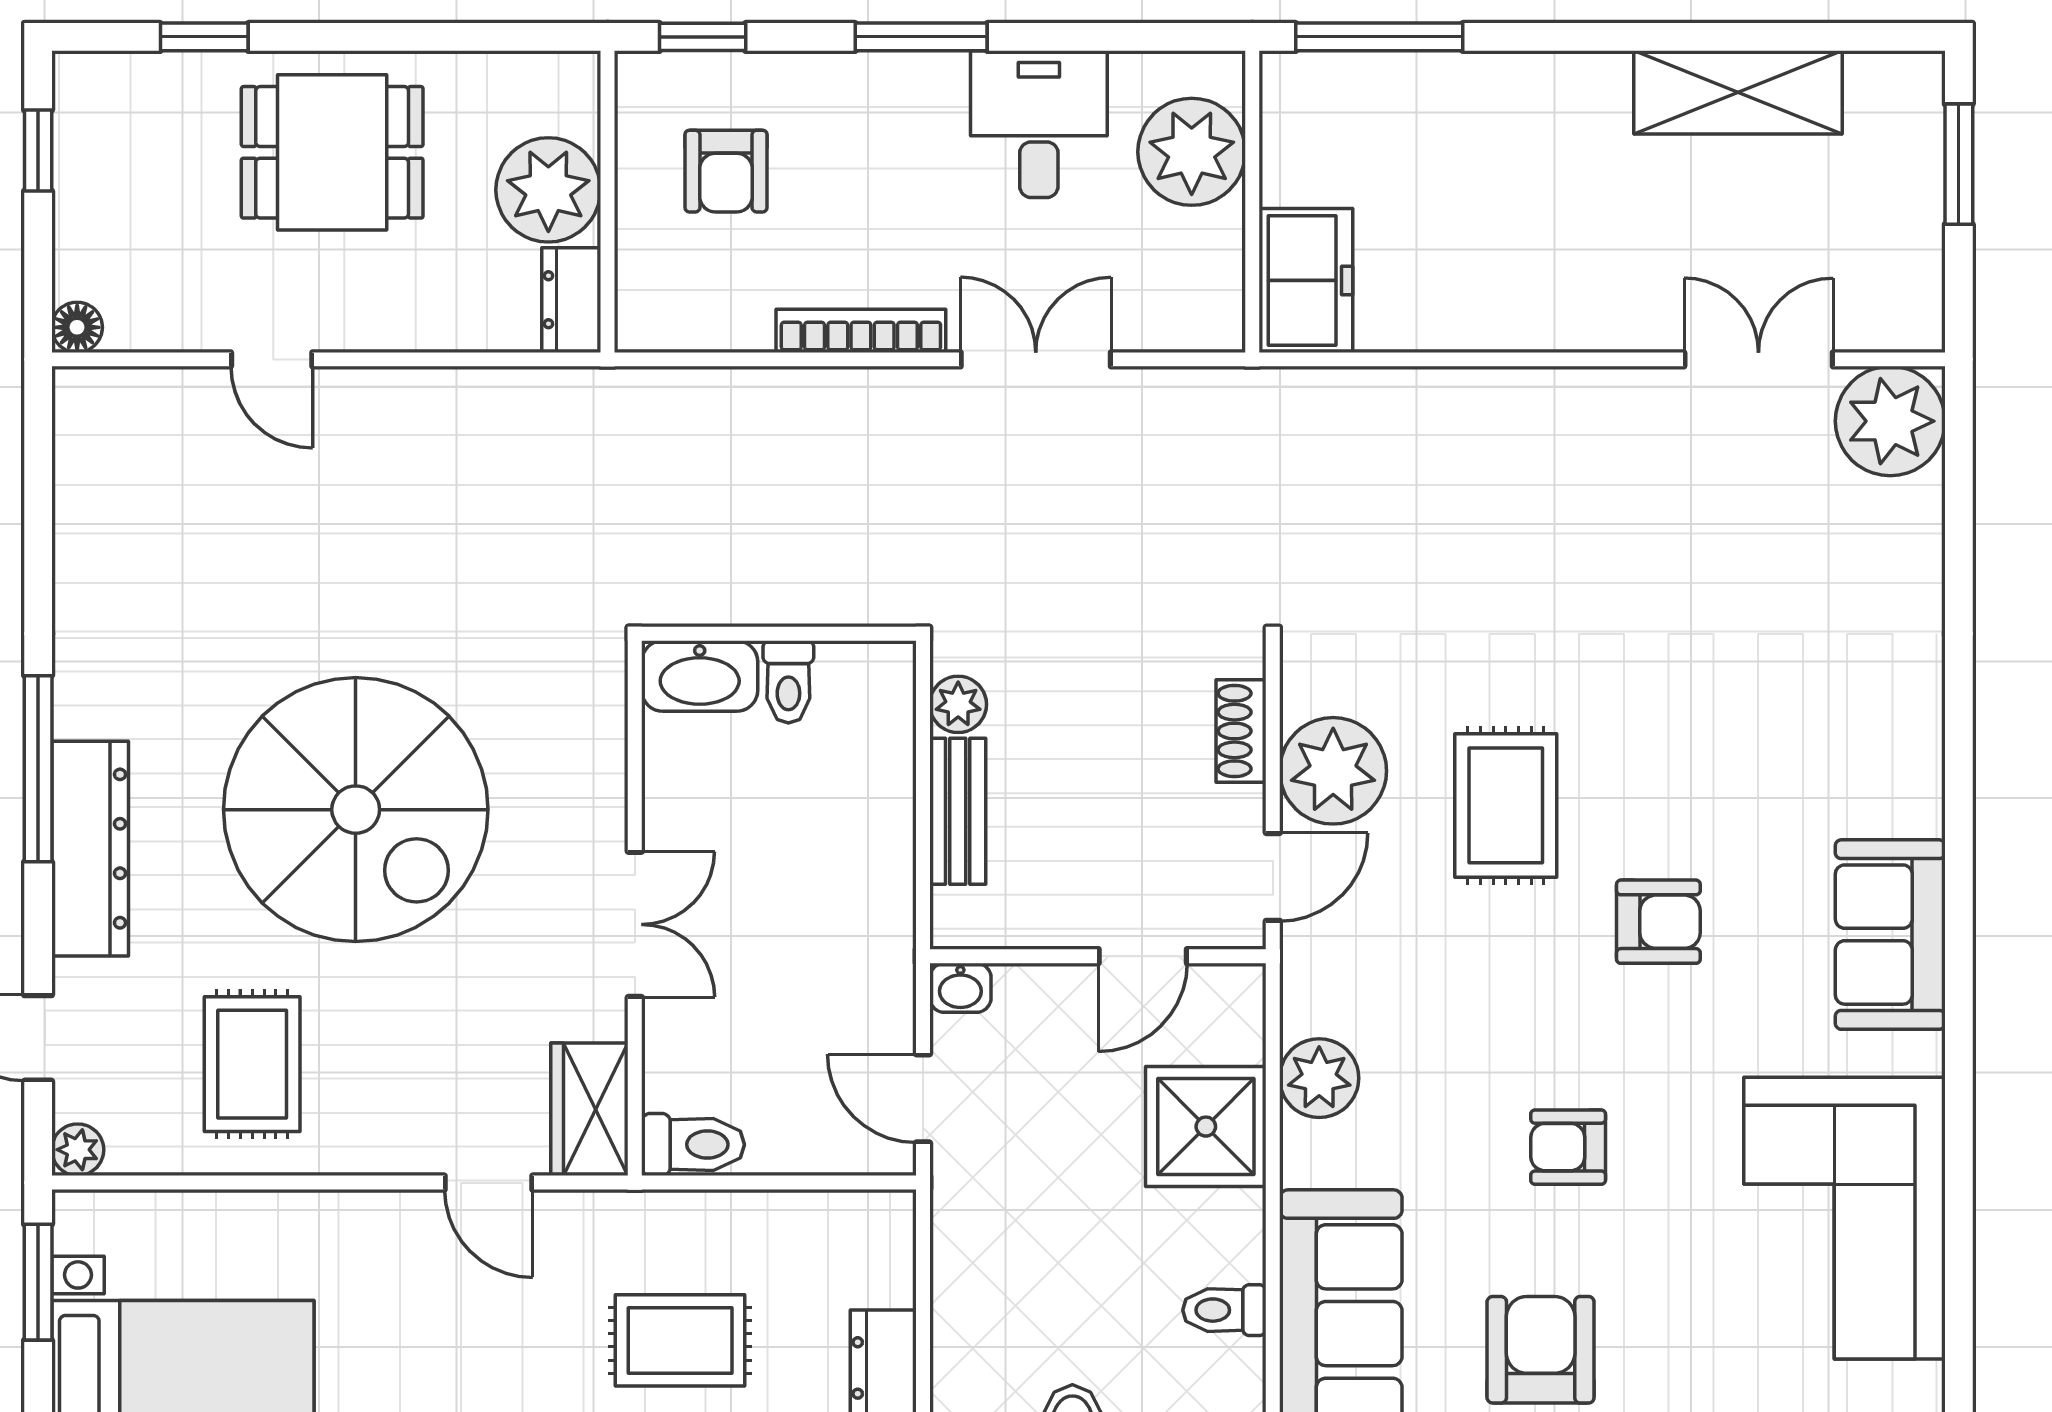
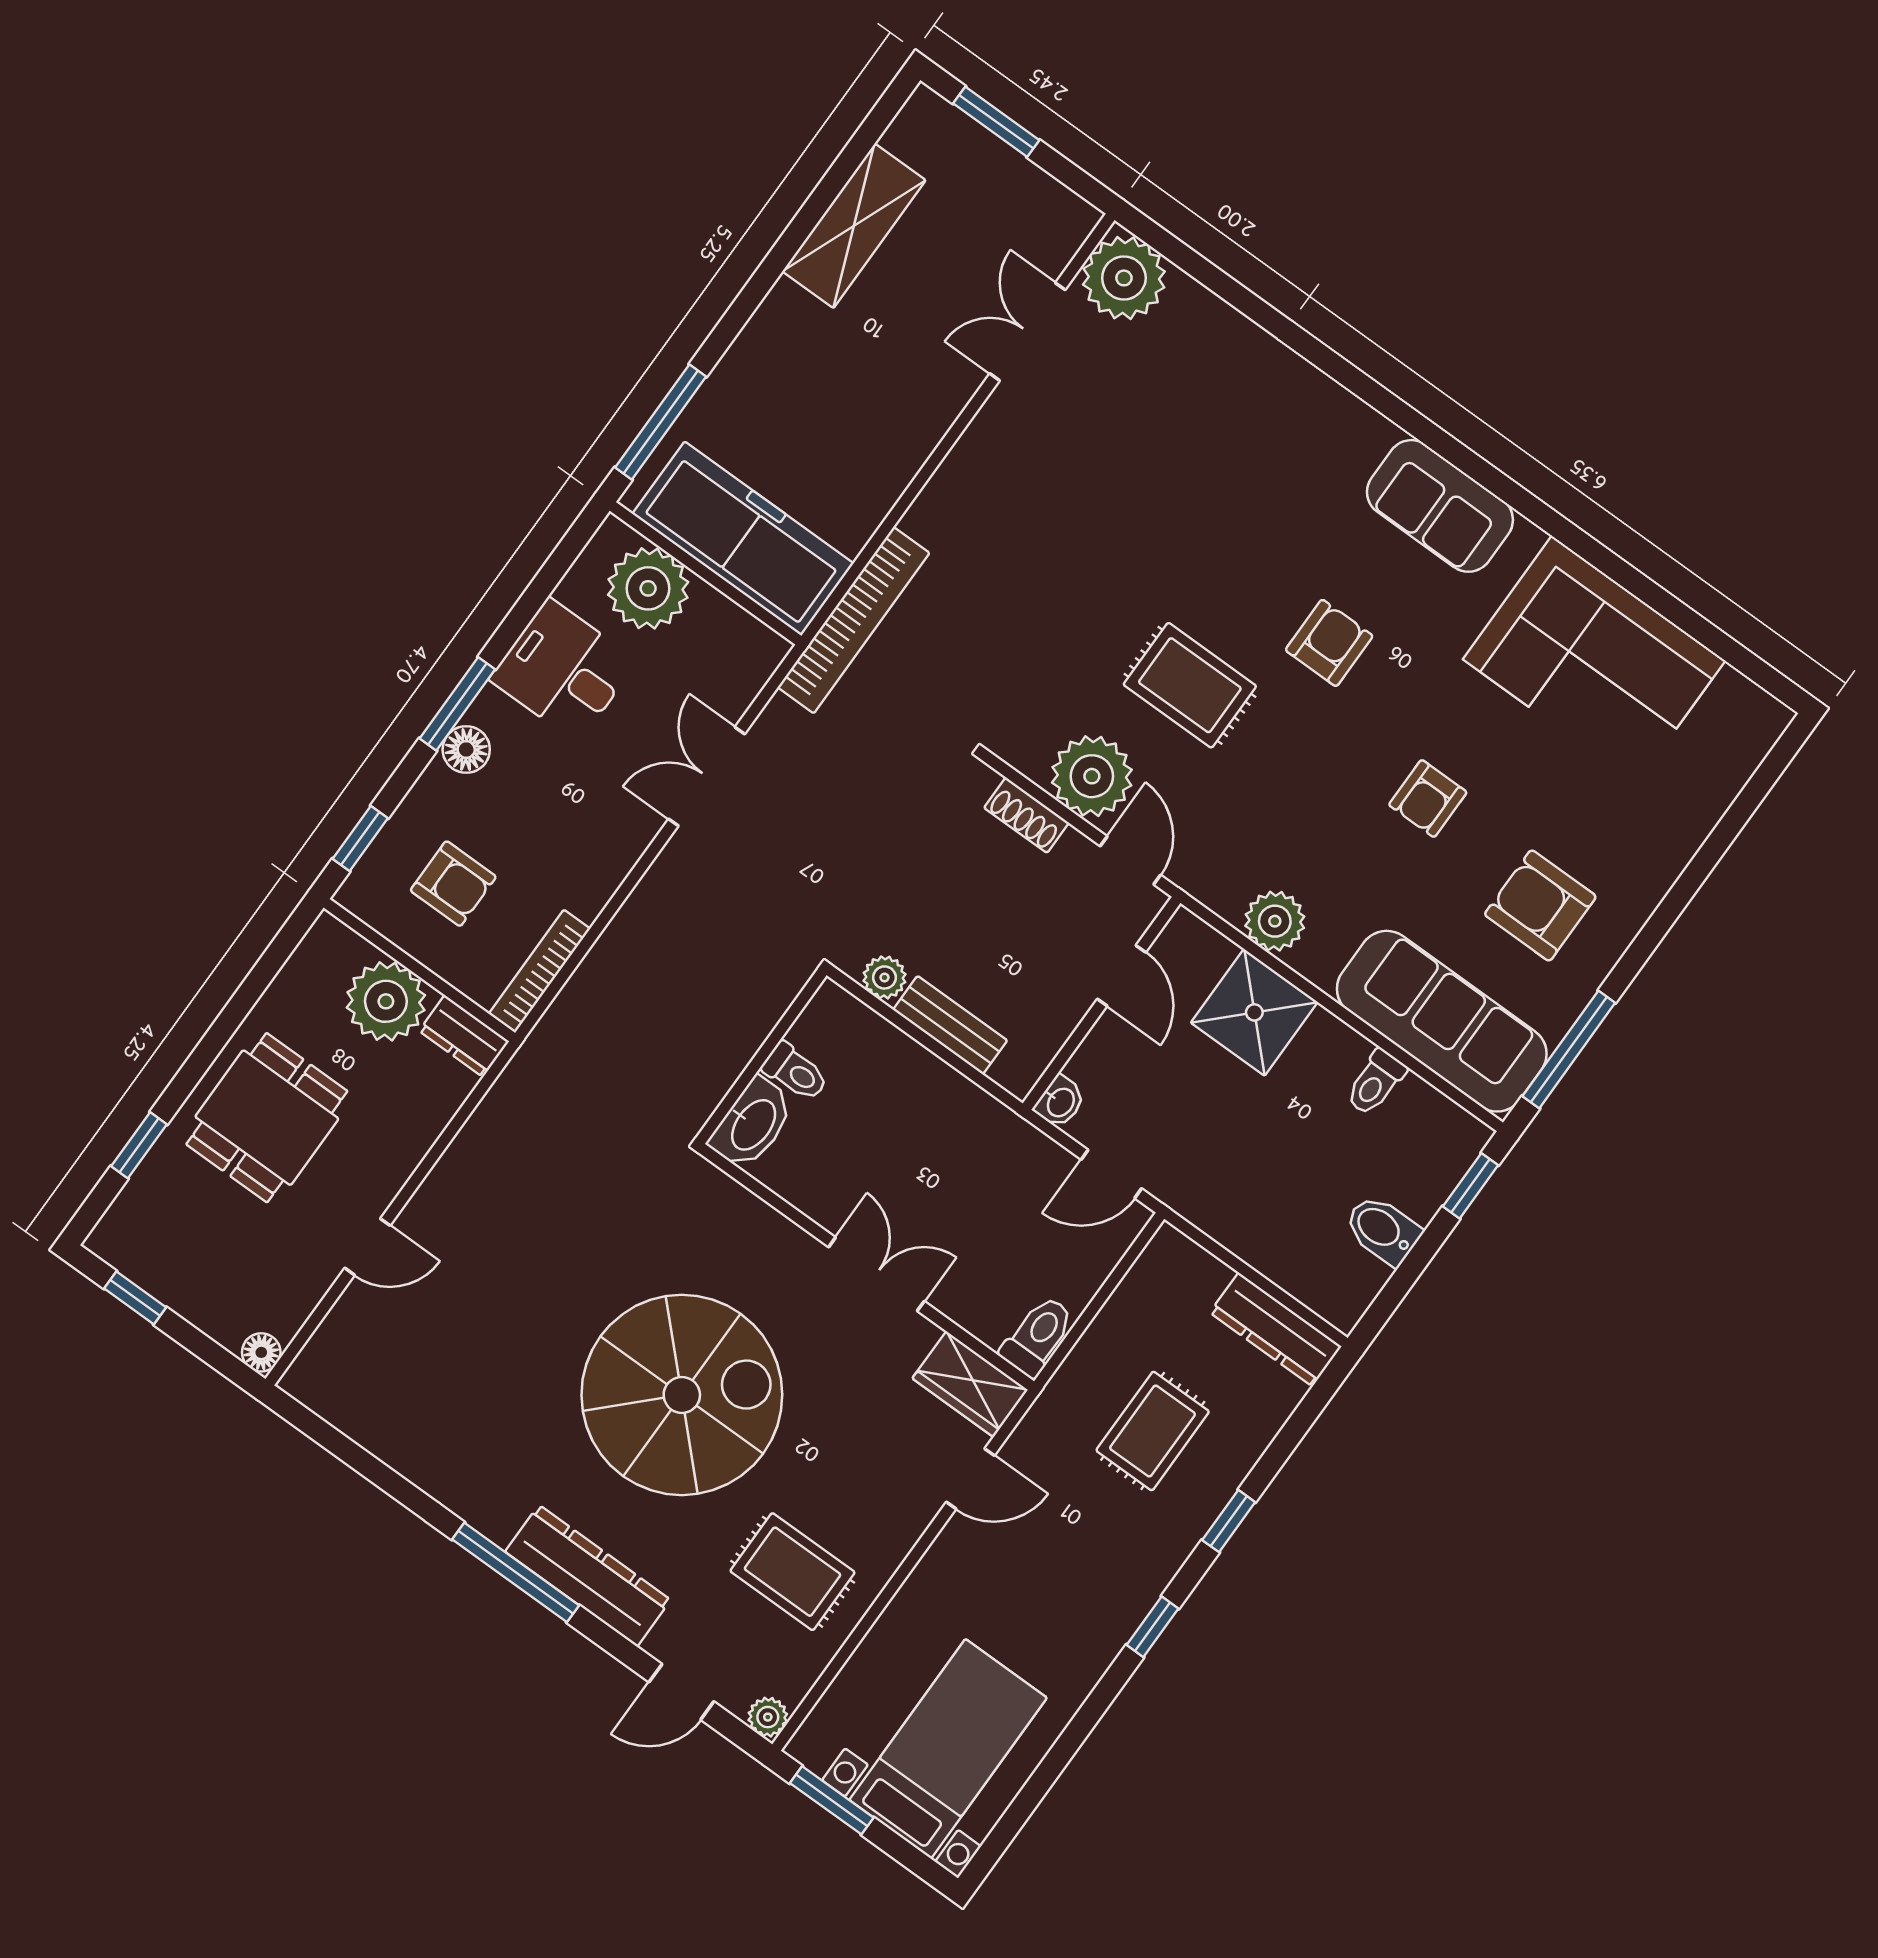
floor lamp: (879, 82) -> (466, 750), added
freezer: (1306, 280) -> (743, 539), width x1.91, depth x1.26
bookcase: (861, 331) -> (540, 971), moved
bookcase: (1316, 396) -> (854, 620), added

